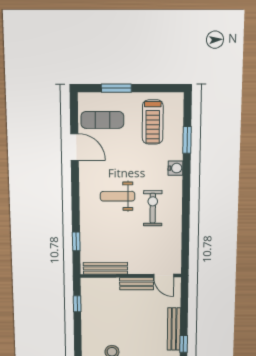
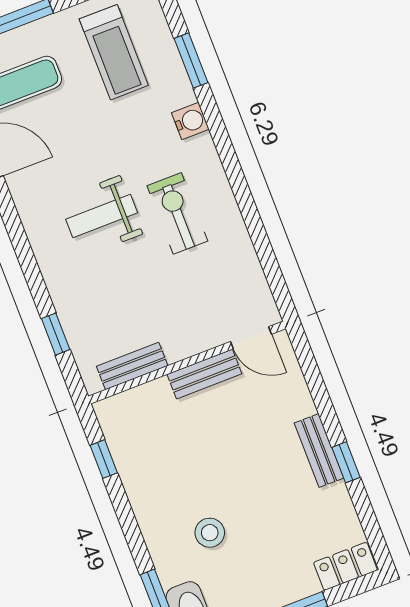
bench: (105, 268) -> (132, 366), width x0.73
bench: (174, 329) -> (319, 451), width x0.73

